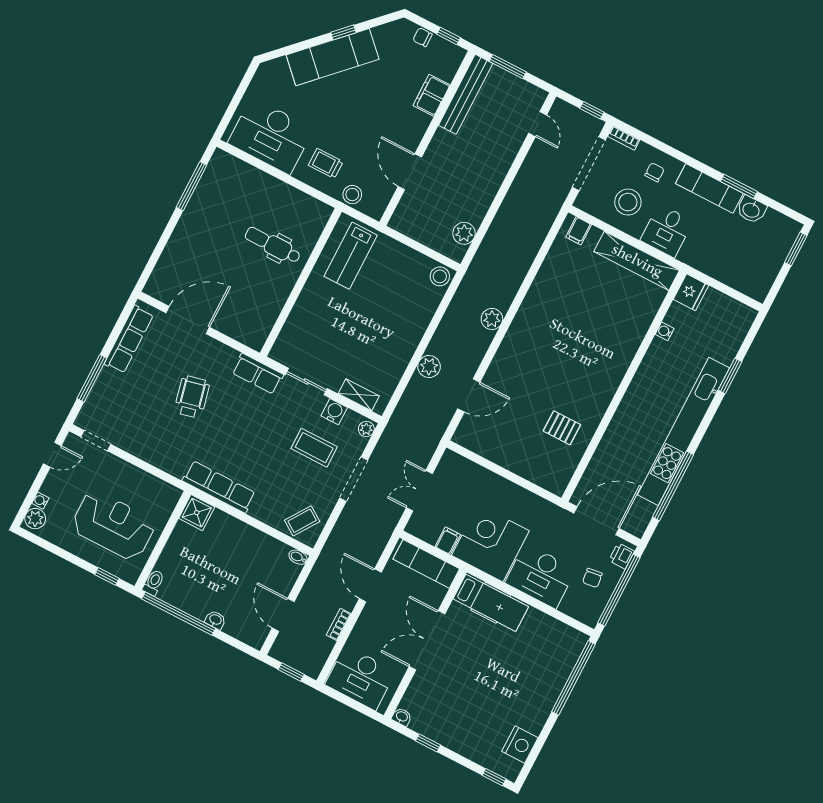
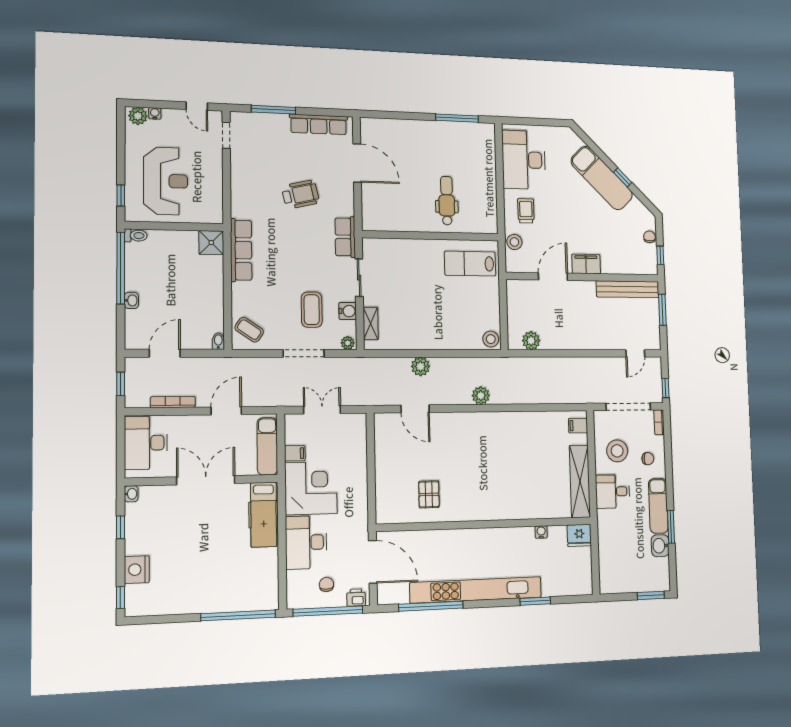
filing cabinet: (432, 95) -> (586, 264), moved
chair: (592, 578) -> (326, 584), turned 95
bookcase: (339, 624) -> (173, 402), width x1.56
nightstand: (520, 744) -> (137, 570), moved, turned 90

